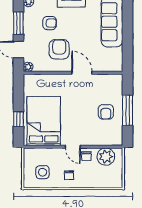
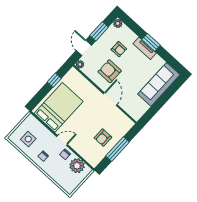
armchair: (59, 49) -> (110, 71), turned -90
window: (18, 119) -> (54, 80), moved
door: (73, 147) -> (62, 140), swing flipped

